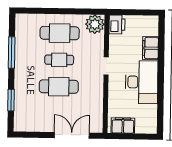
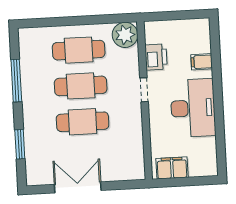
printer: (117, 25) -> (156, 57), moved
filing cabinet: (150, 48) -> (202, 62), width x0.50
cafe table: (59, 60) -> (81, 86), width x1.37, depth x1.35
double door: (72, 135) -> (78, 187), moved

